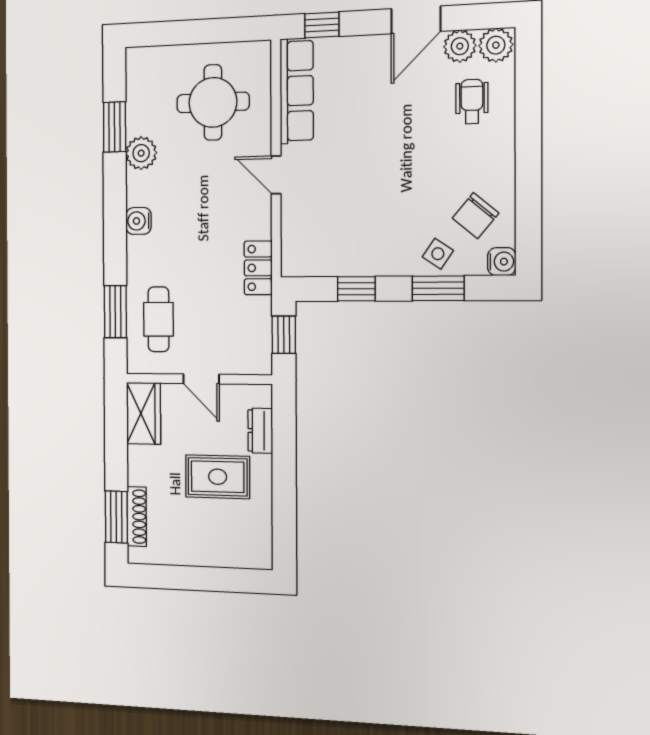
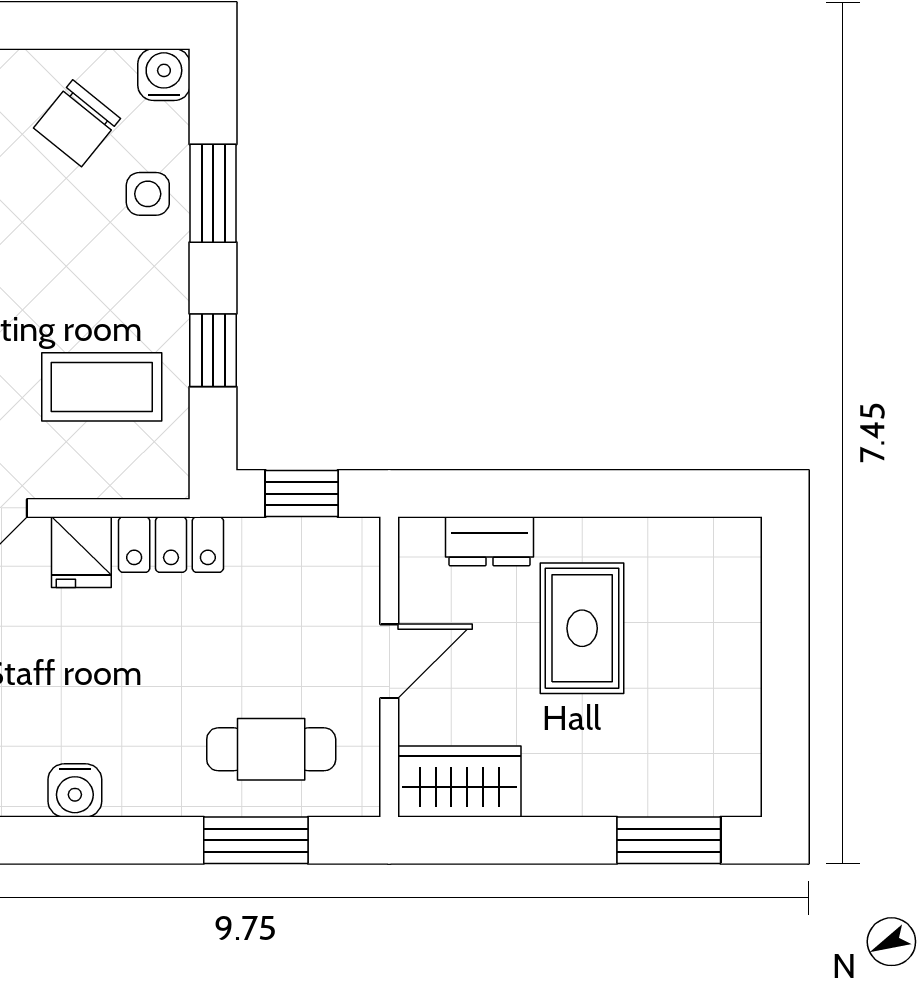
chair: (475, 216) -> (77, 123), turned 89
fridge: (254, 222) -> (81, 552), added
coffee table: (337, 231) -> (102, 387), added
side table: (438, 254) -> (148, 194), turned -34
shoe rack: (137, 517) -> (667, 797), removed

